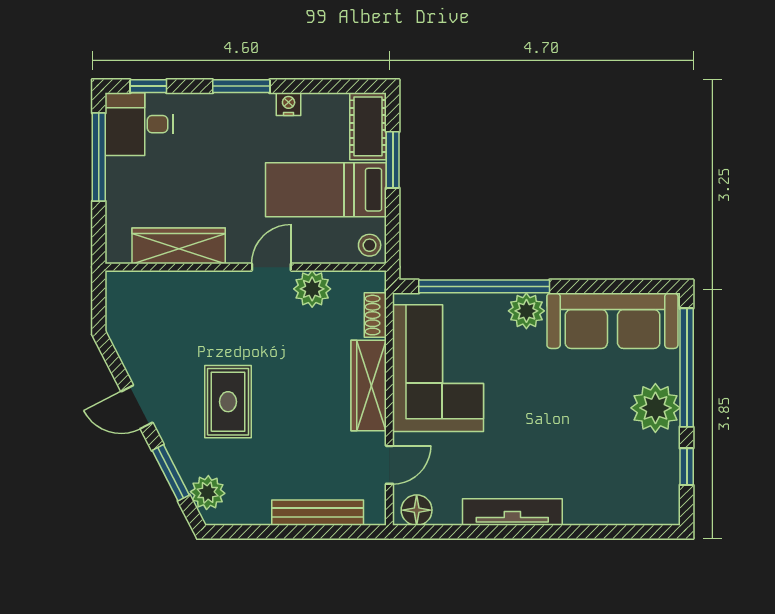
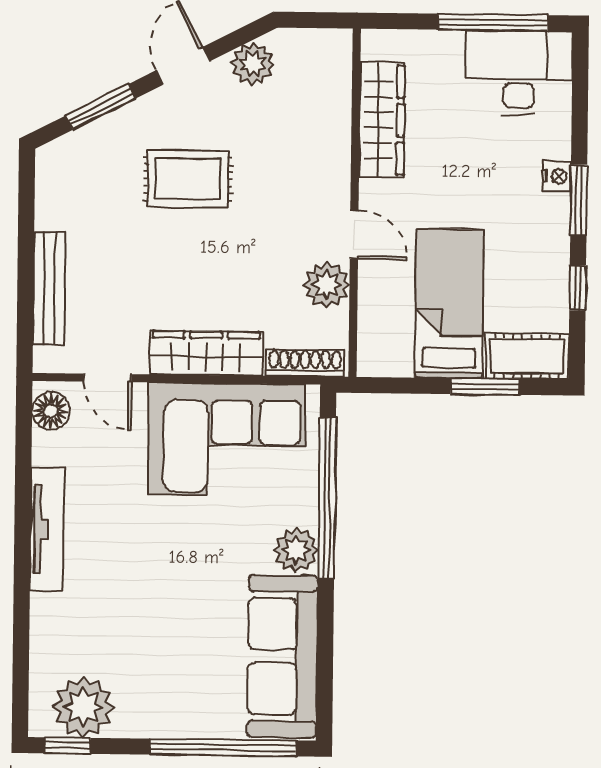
window: (148, 86) -> (578, 288), moved
nightstand: (289, 104) -> (557, 176), moved
desk: (139, 124) -> (519, 73), width x1.37
stool: (370, 245) -> (380, 357), removed
shoe rack: (375, 315) -> (305, 363), width x1.43
plant: (655, 408) -> (83, 707), moved
window: (687, 467) -> (68, 746), moved
plant: (208, 493) -> (253, 64), moved

